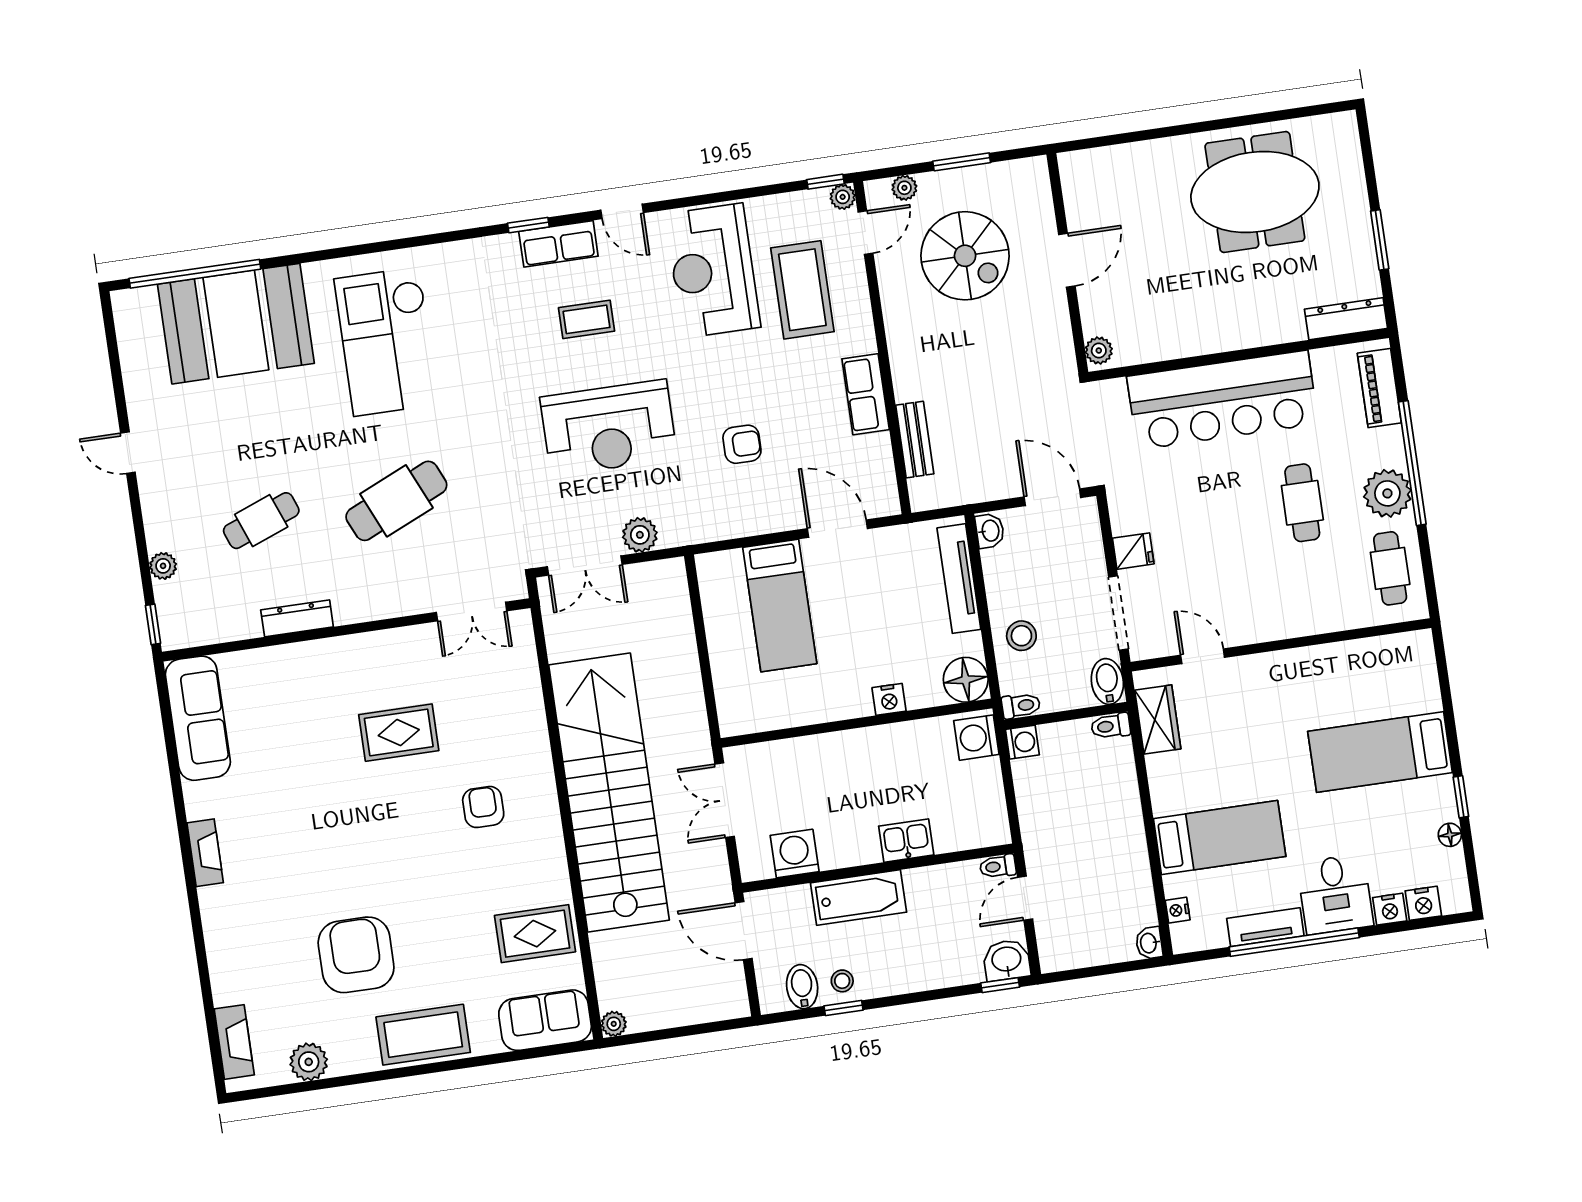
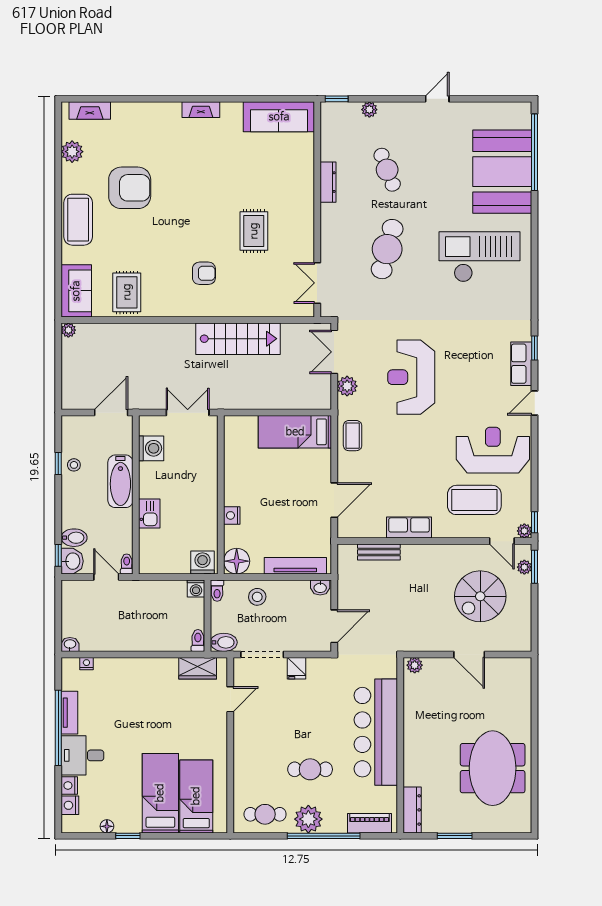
window: (962, 162) -> (535, 567), moved
coffee table: (587, 319) -> (353, 436), moved
armchair: (742, 444) -> (391, 452), removed
cafe table: (396, 501) -> (387, 249), turned 39
bed: (780, 606) -> (295, 432), moved
stairs: (609, 792) -> (238, 339), width x0.54, depth x0.66
bed: (1220, 838) -> (196, 796), moved, turned 180
bidet: (802, 987) -> (74, 538), moved

